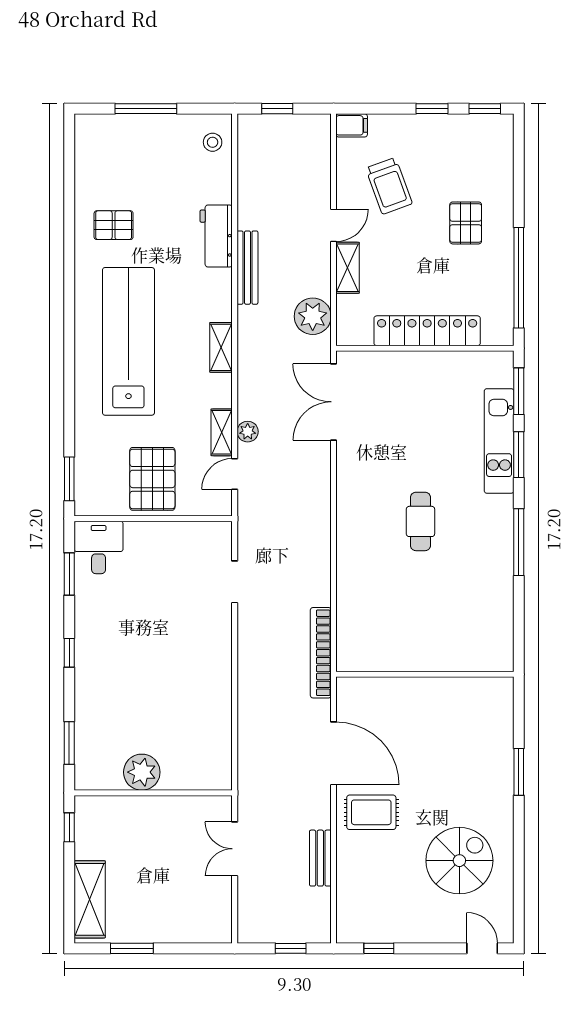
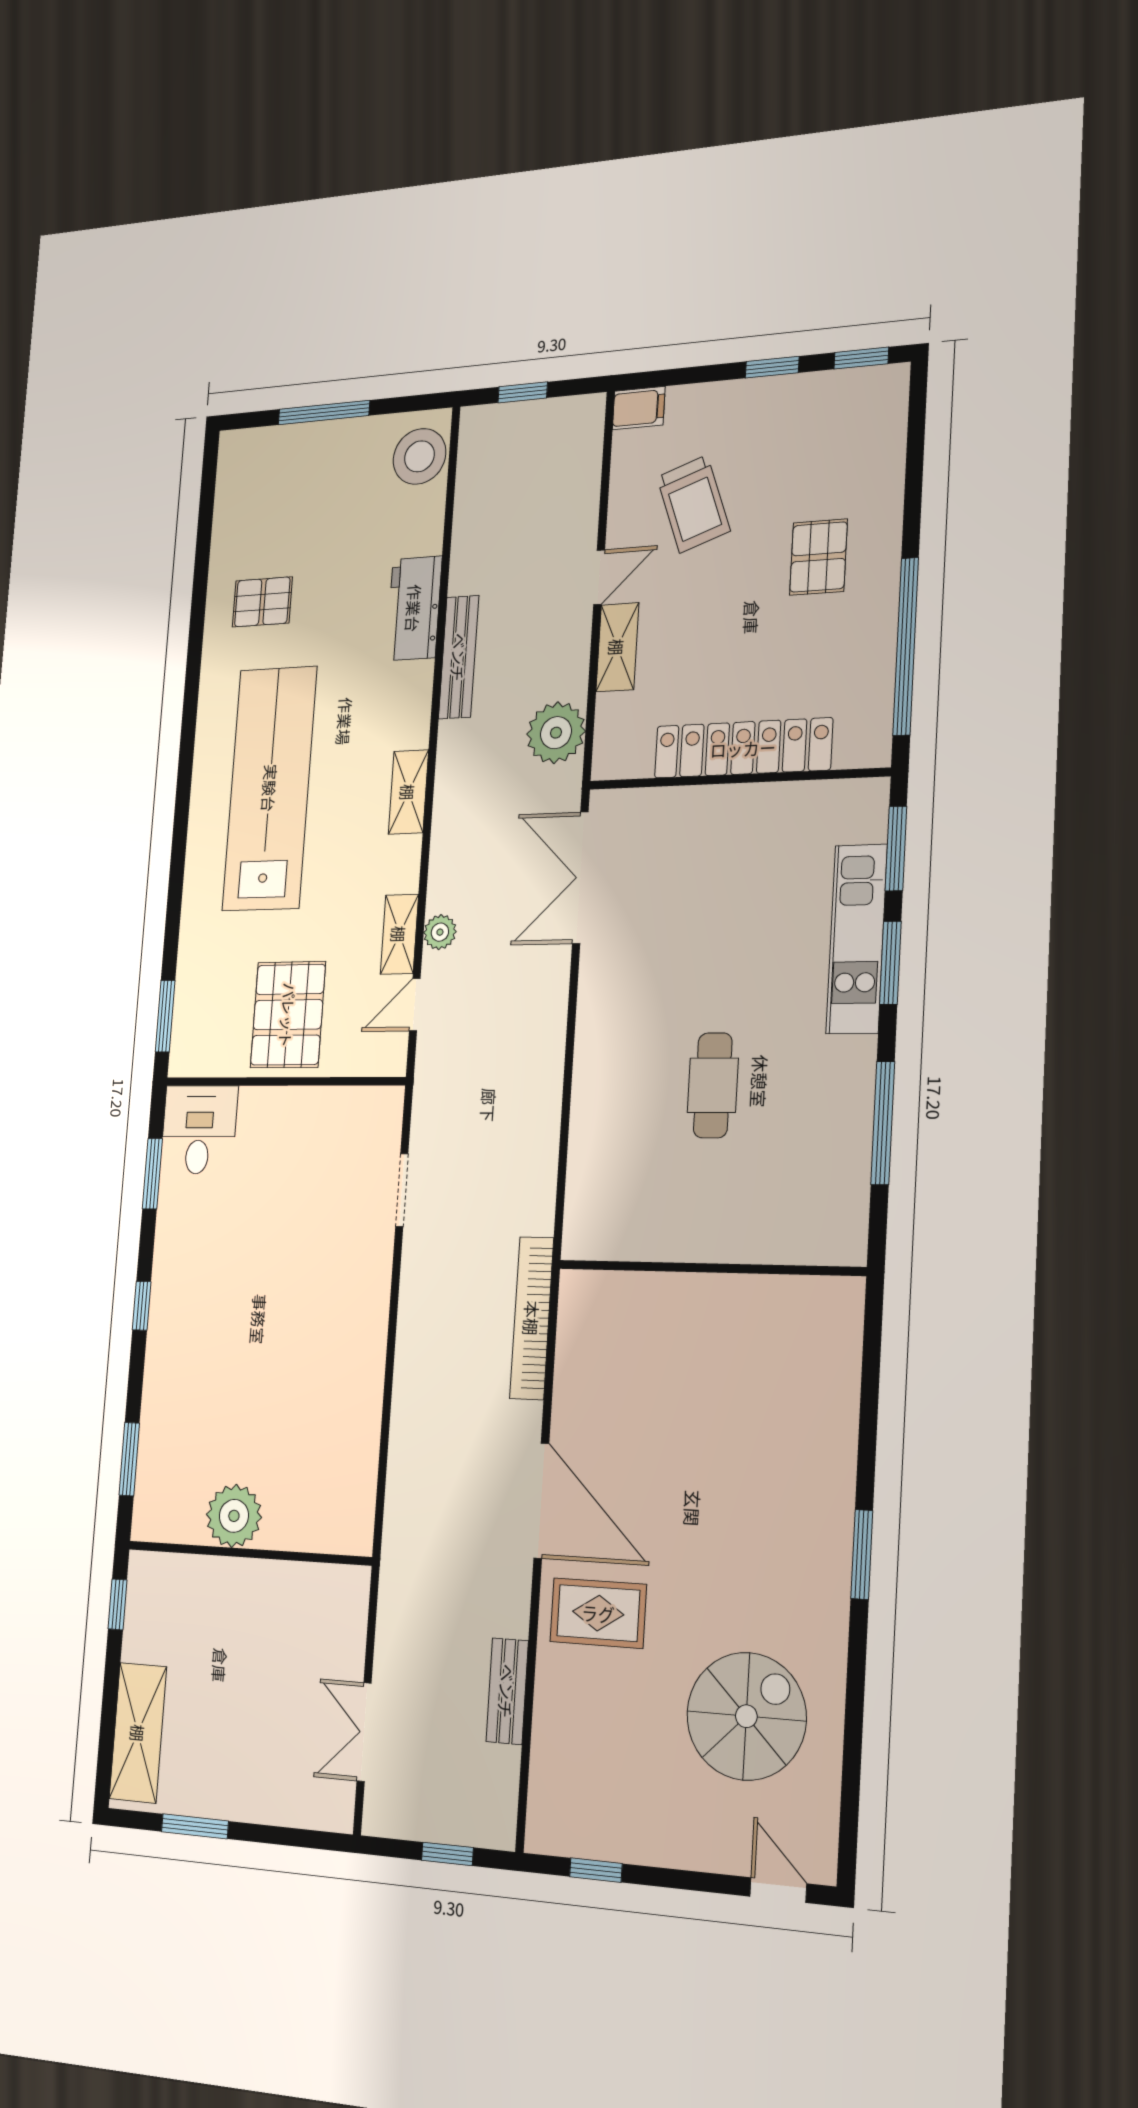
stool: (213, 142) -> (419, 456), width x1.89, depth x1.89
wall: (425, 674) -> (710, 1268), moved
double door: (235, 849) -> (364, 1732), moved

